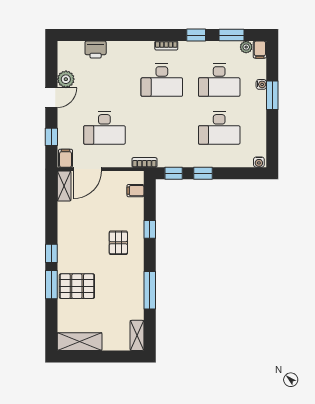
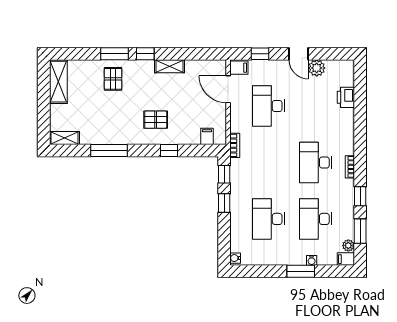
shelving: (64, 186) -> (169, 66), moved
pallet: (77, 286) -> (113, 79), width x0.67, depth x0.71

